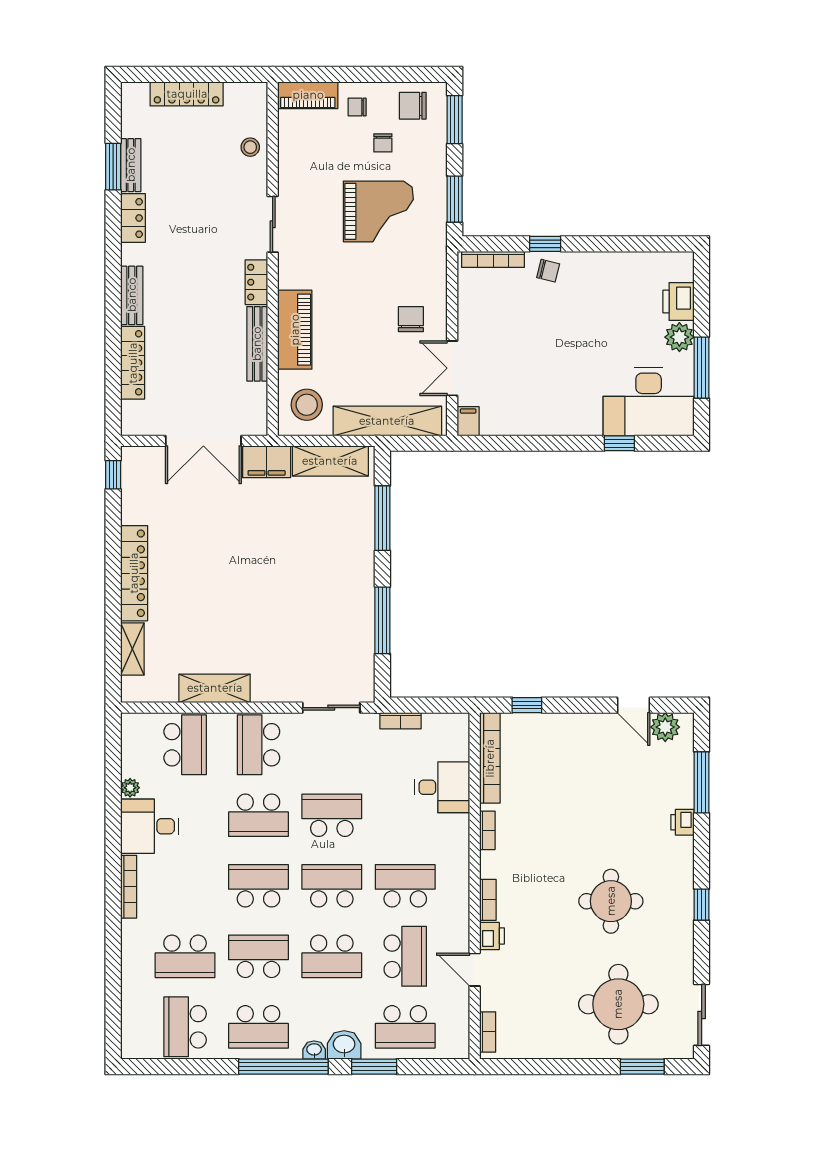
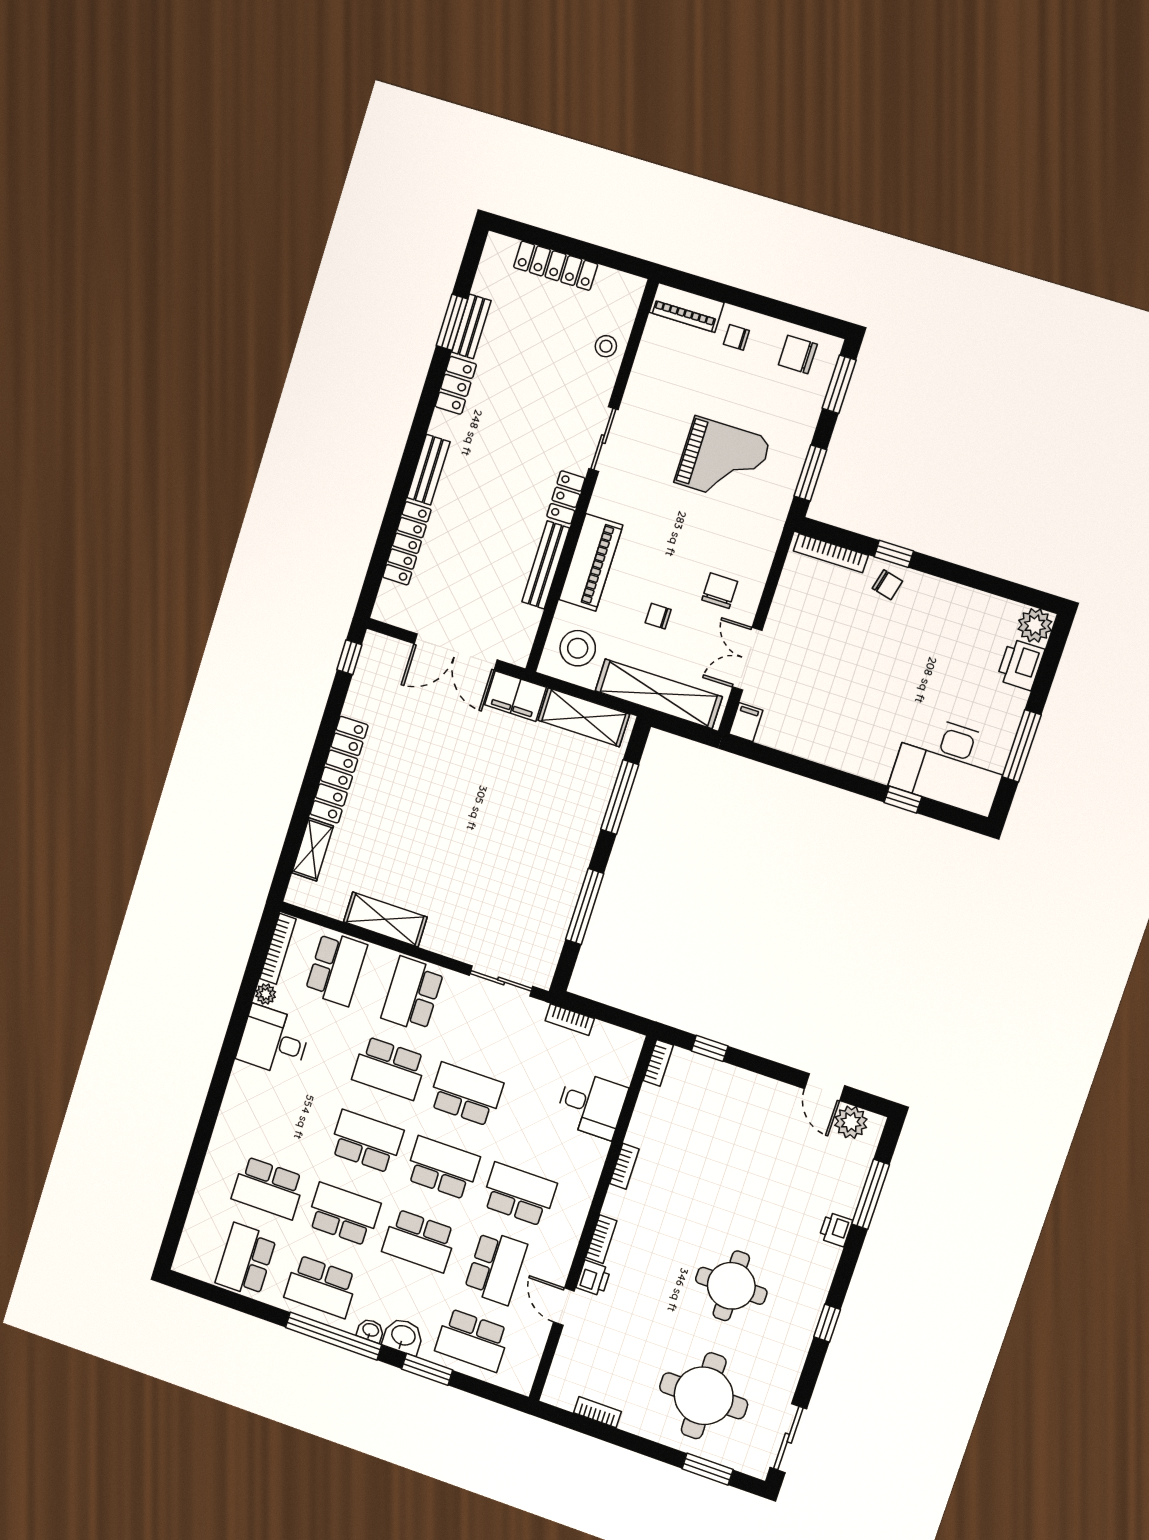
chair: (383, 143) -> (658, 616), moved, turned 90
plant: (679, 337) -> (1035, 625), moved
bookcase: (490, 758) -> (658, 1063), width x0.43, depth x0.76
bookcase: (129, 887) -> (278, 949), moved
bookcase: (488, 1032) -> (598, 1412), moved, turned -90

